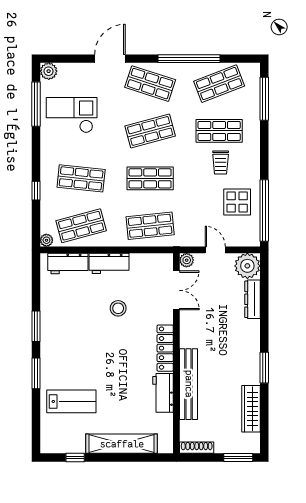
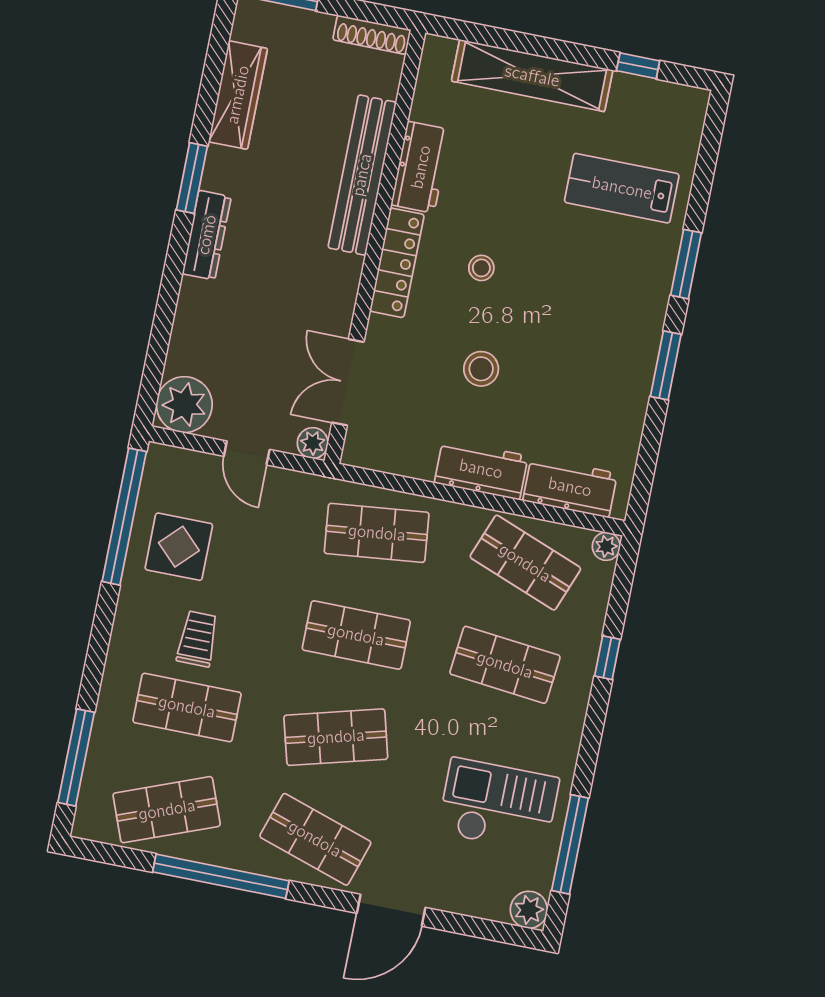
checkout: (72, 115) -> (498, 805), turned 180
shop shelf: (81, 226) -> (525, 563), turned 36
dresser: (252, 299) -> (207, 235), moved
stool: (127, 353) -> (481, 268), added

